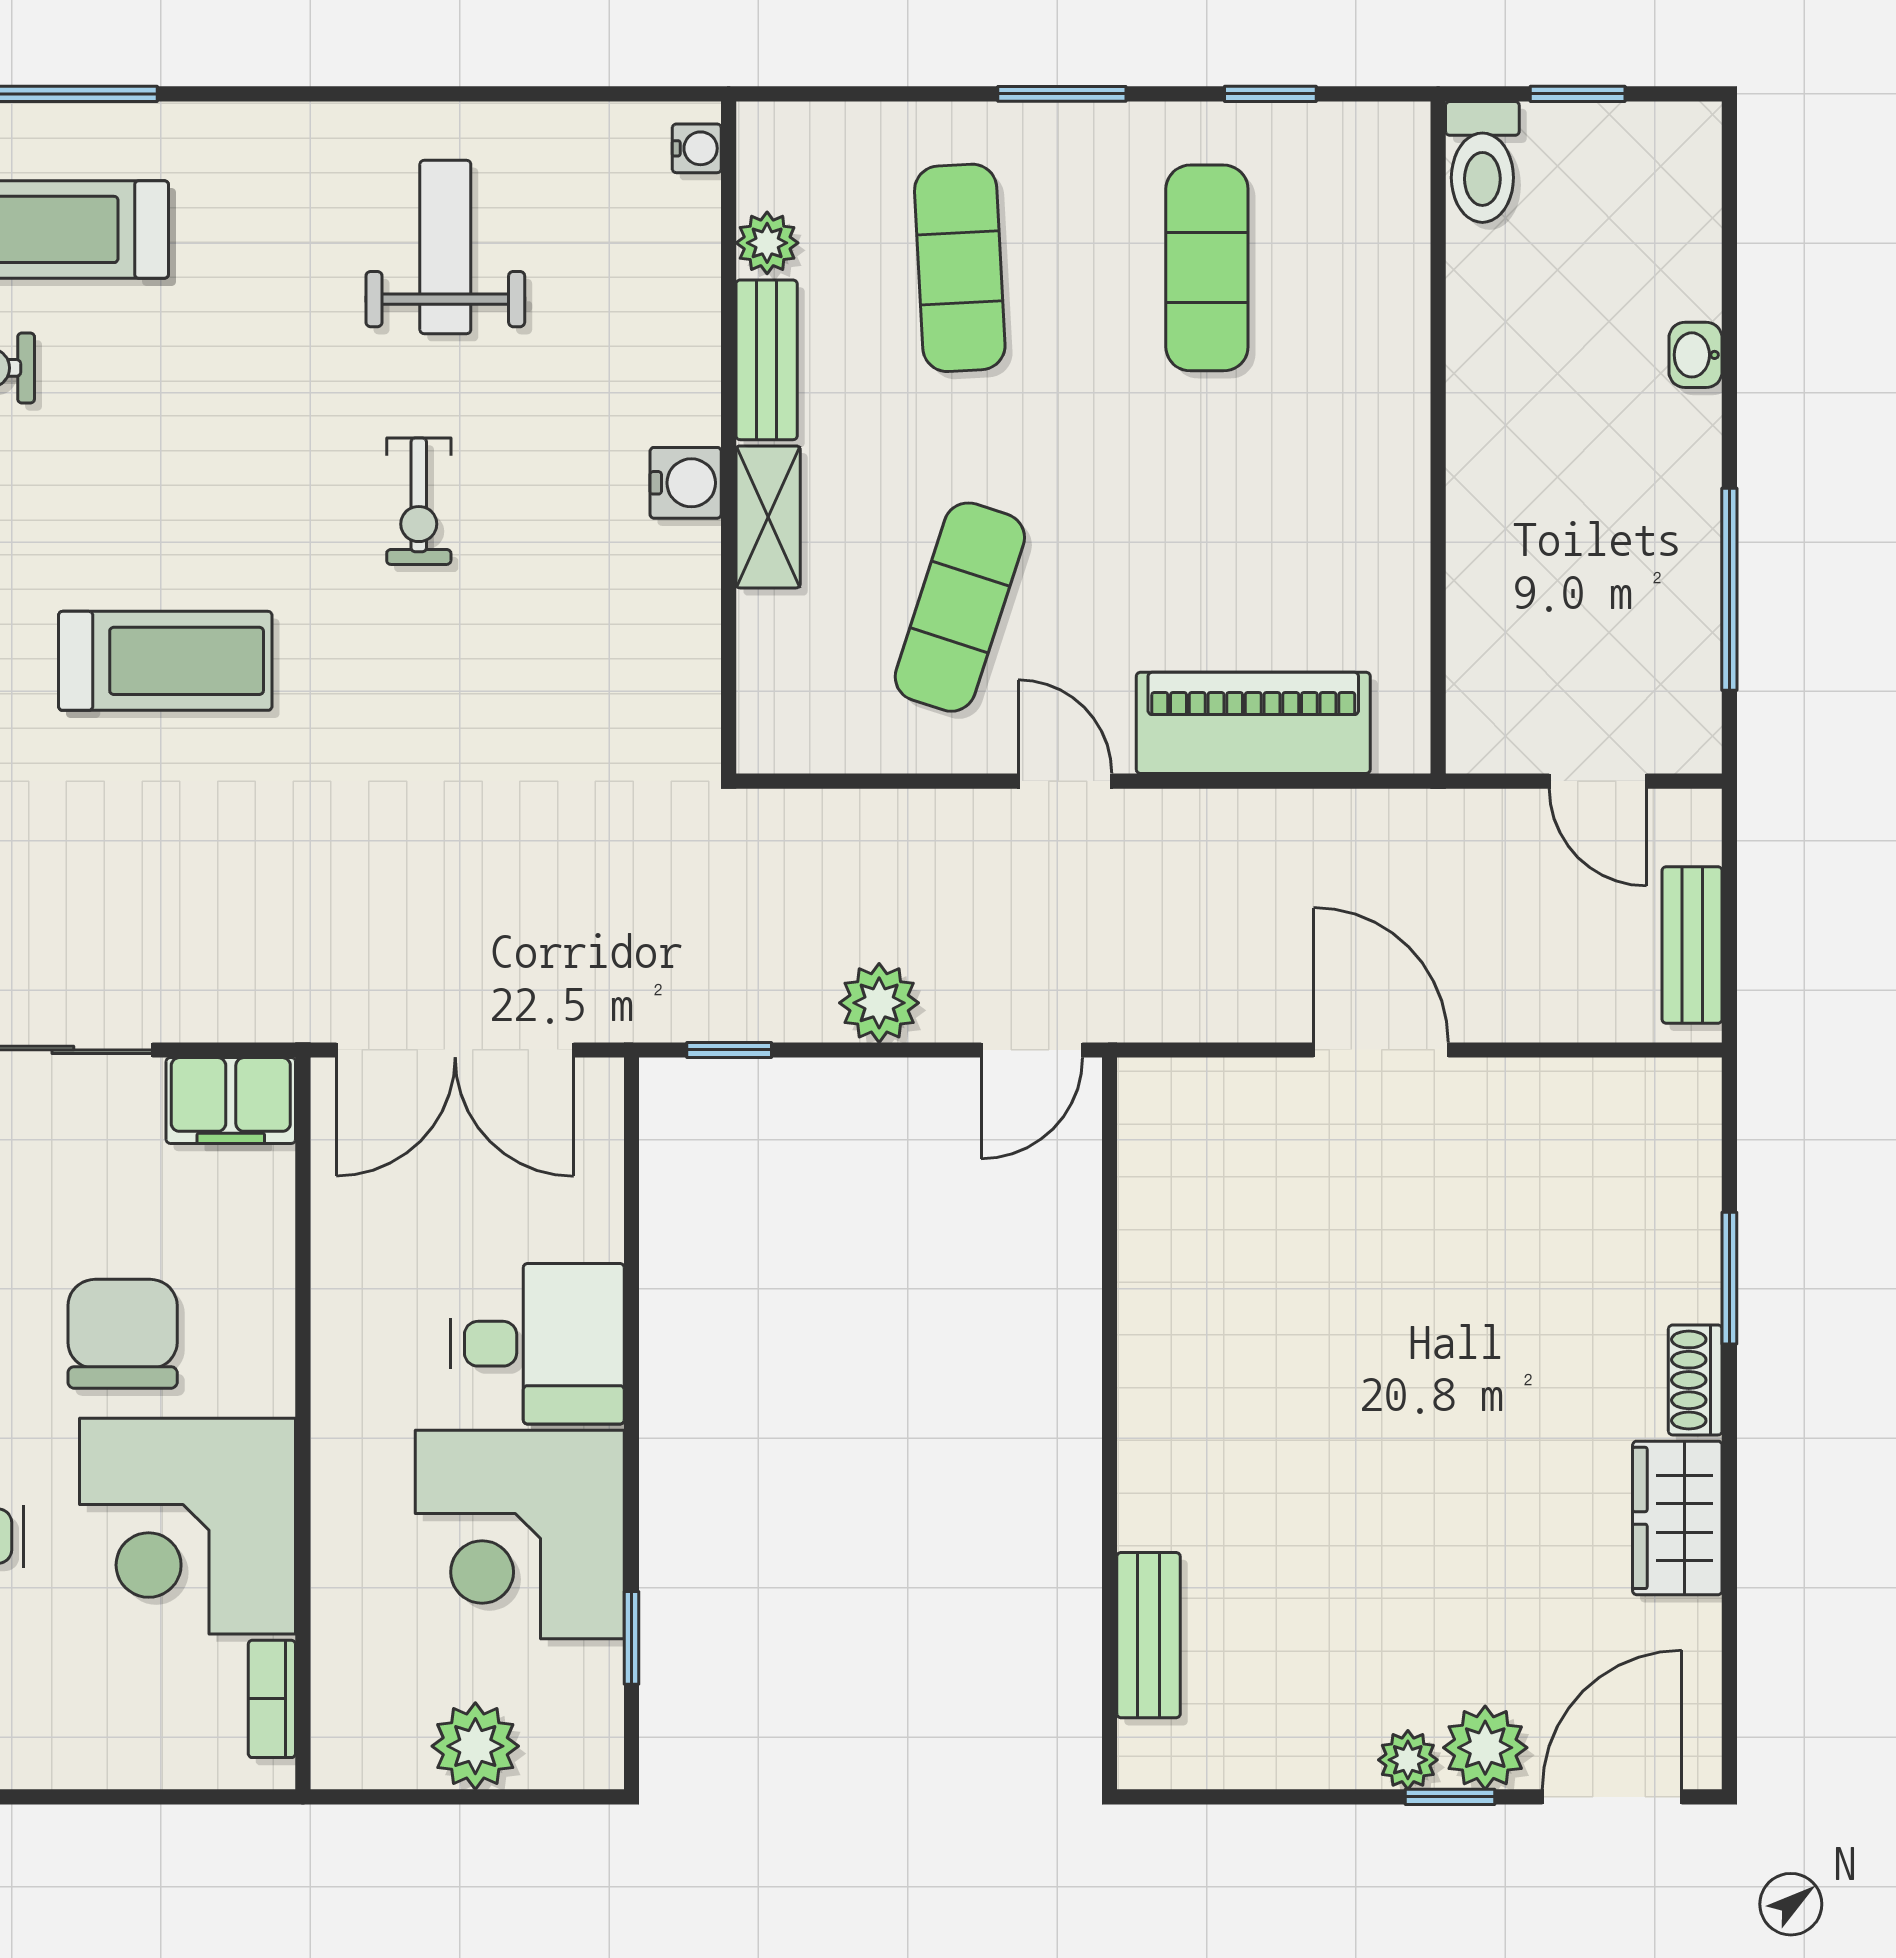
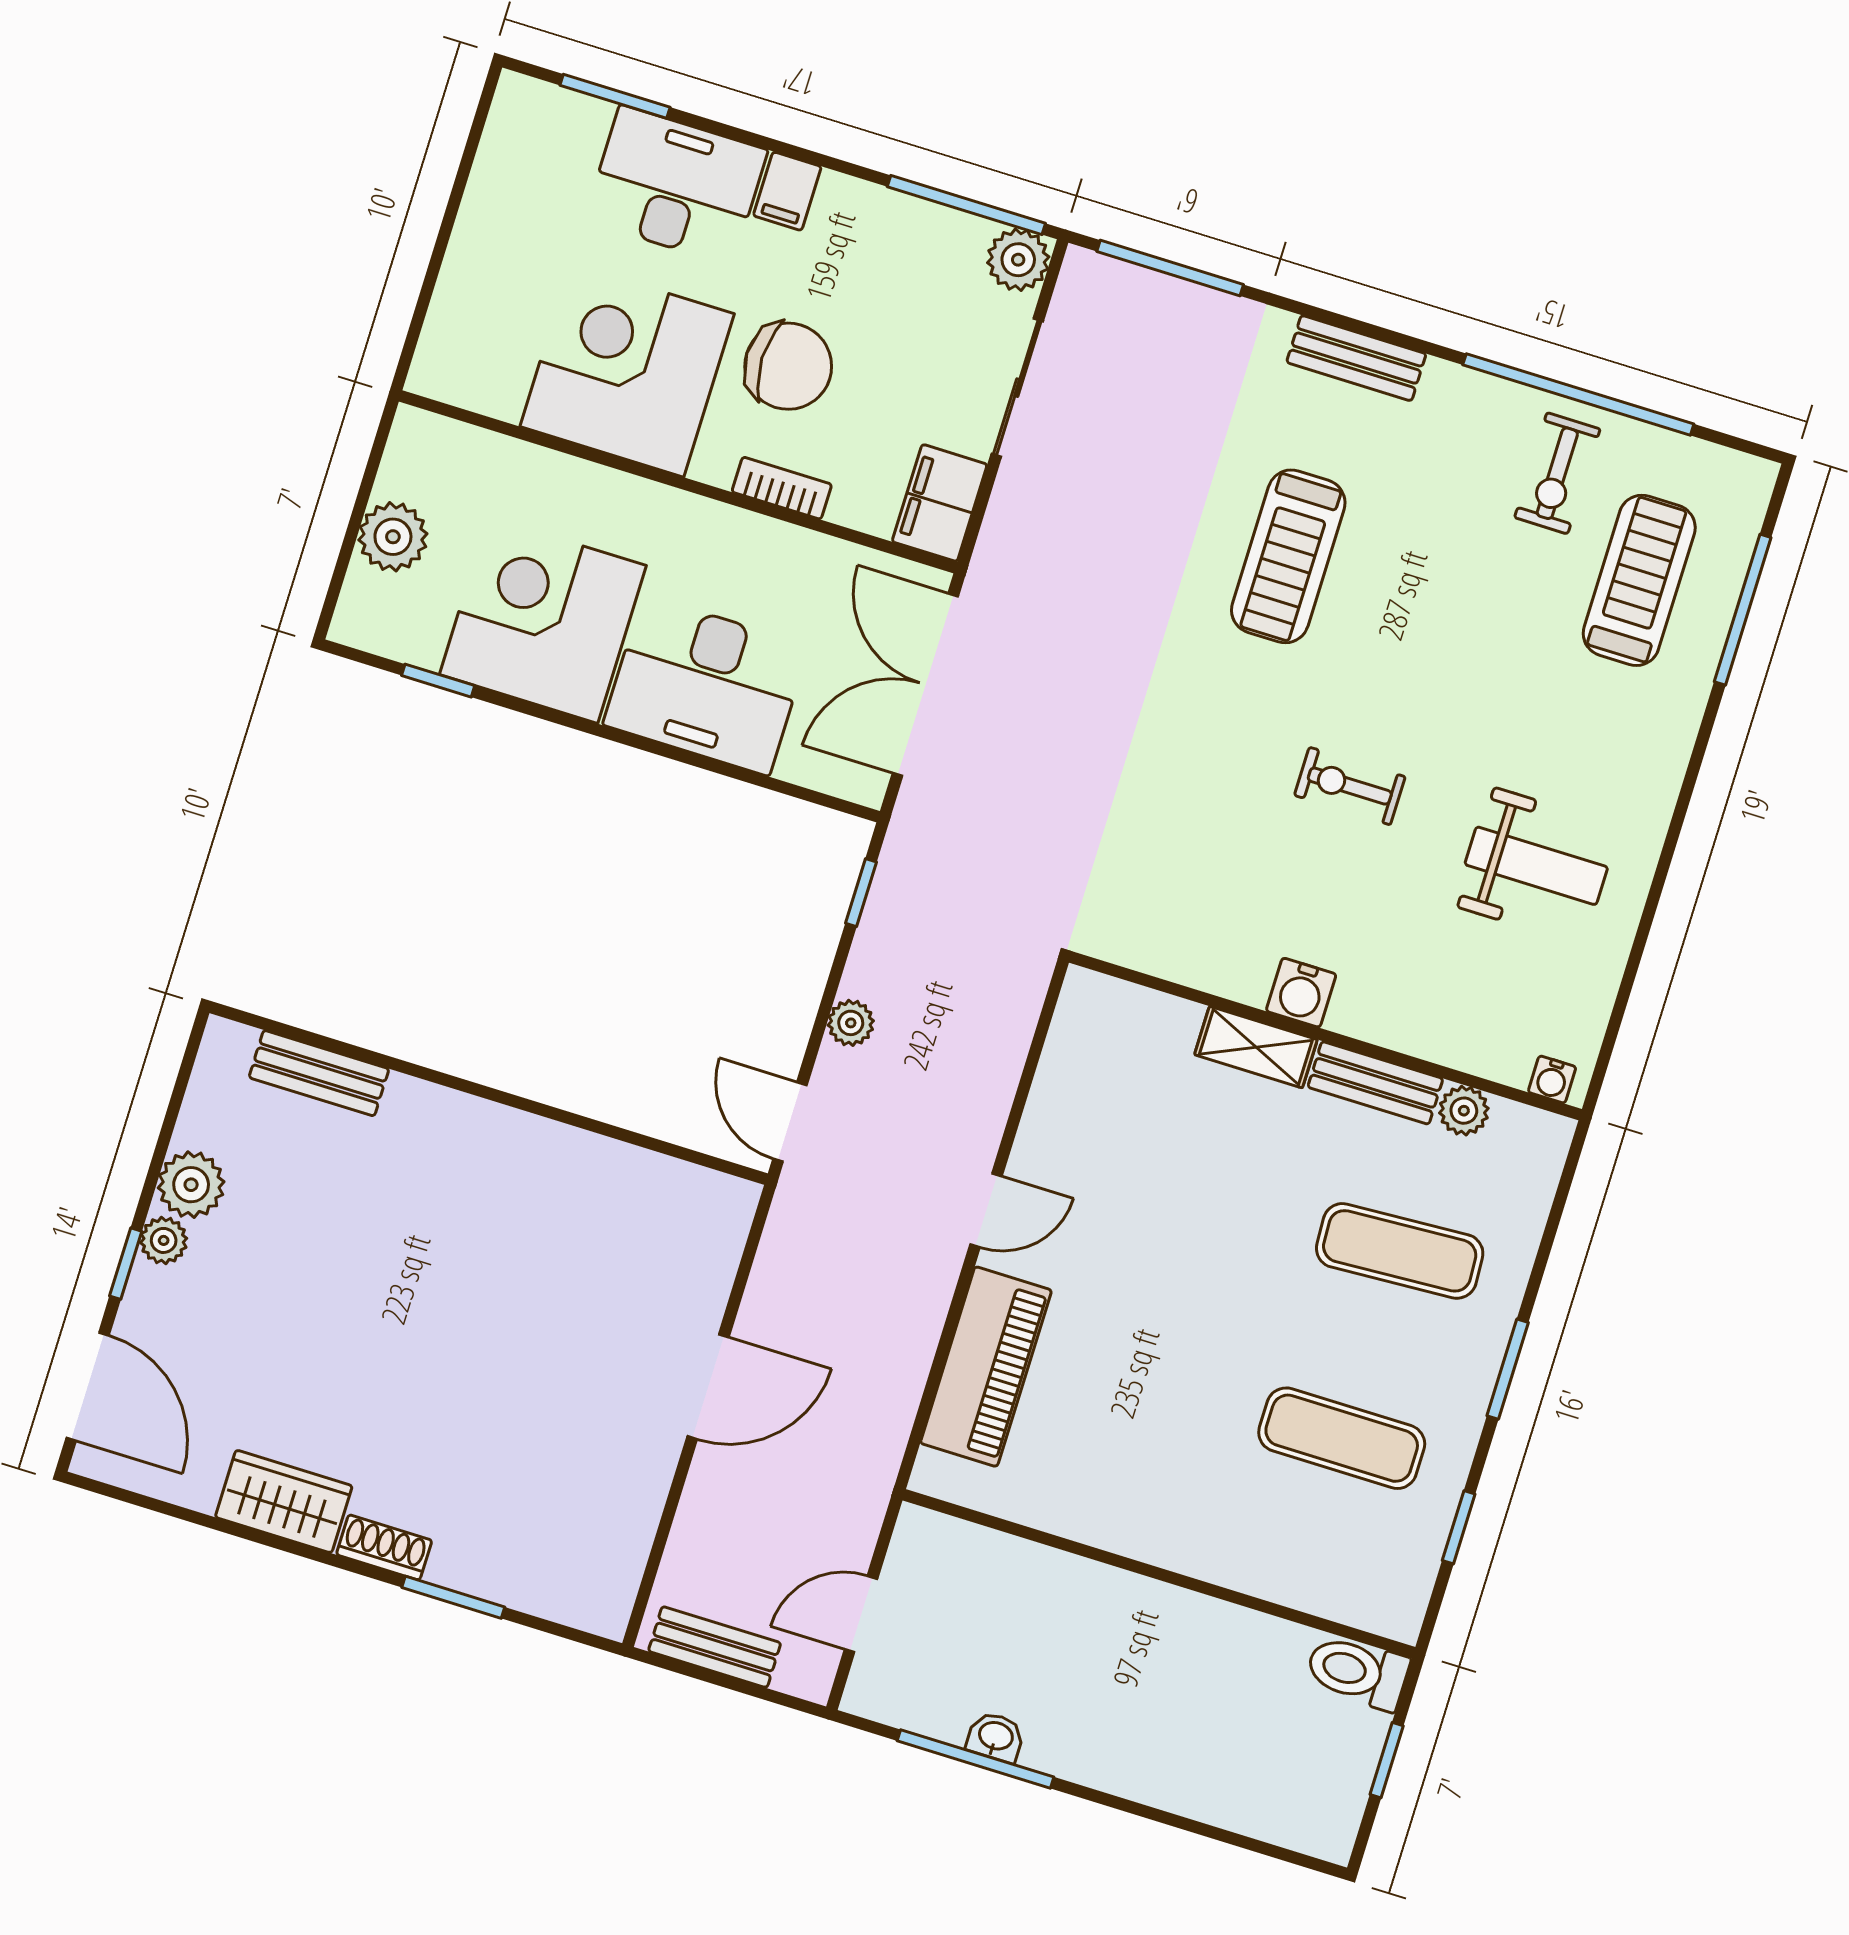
washbasin: (1696, 355) -> (996, 1737), moved
exercise mat: (960, 607) -> (1143, 1171), removed
plant: (879, 1003) -> (851, 1023), width x0.73, depth x0.73
desk: (537, 1344) -> (706, 685), width x1.37
bookcase: (272, 1699) -> (782, 488), moved
plant: (1485, 1748) -> (191, 1185), moved

